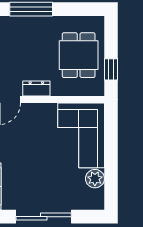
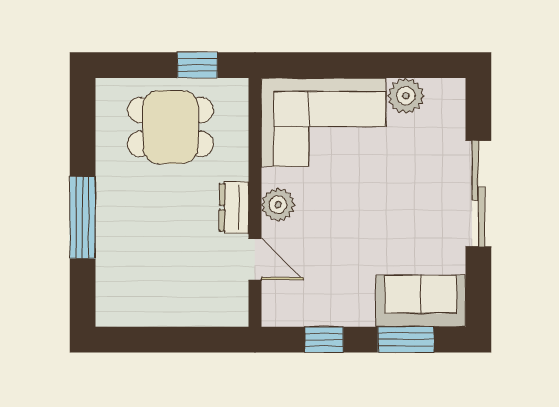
plant: (38, 112) -> (278, 205), added

